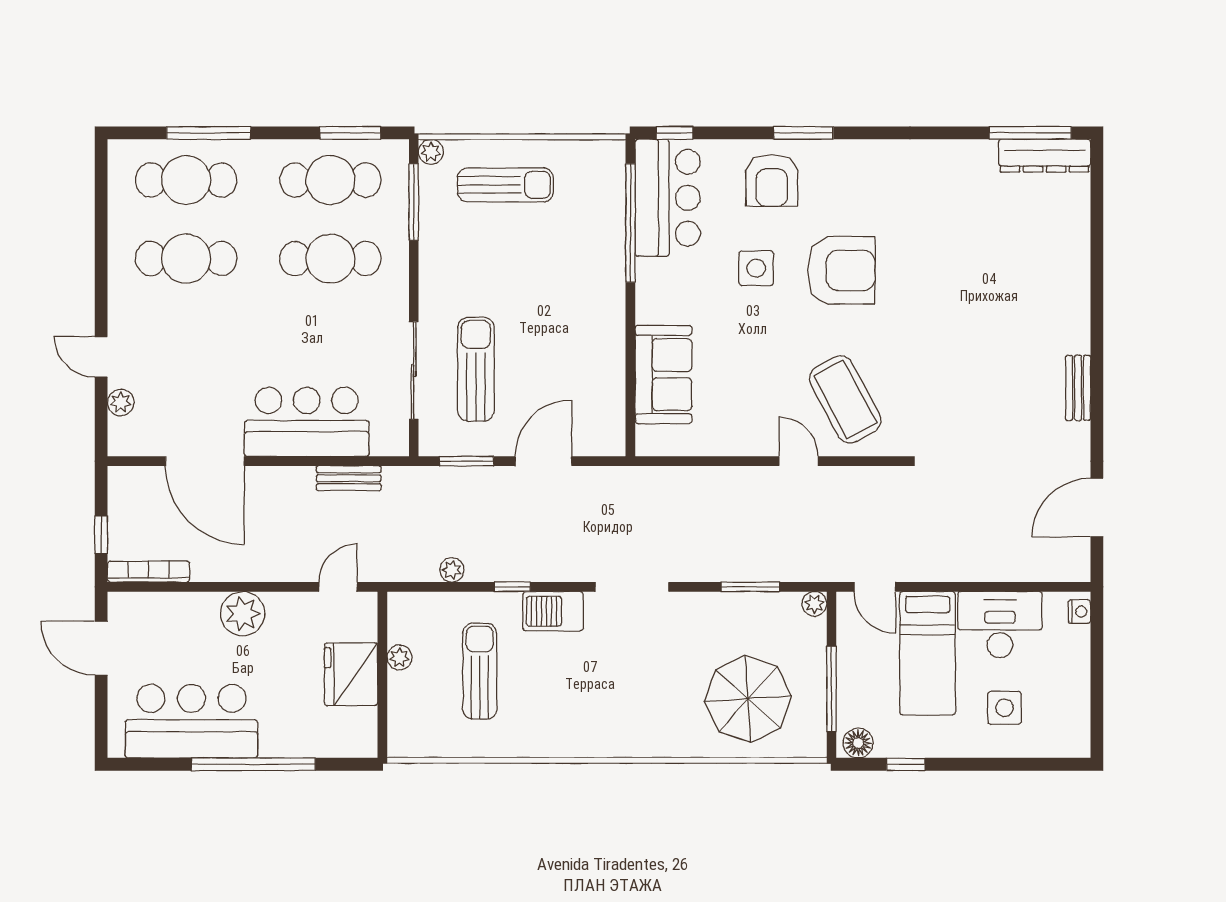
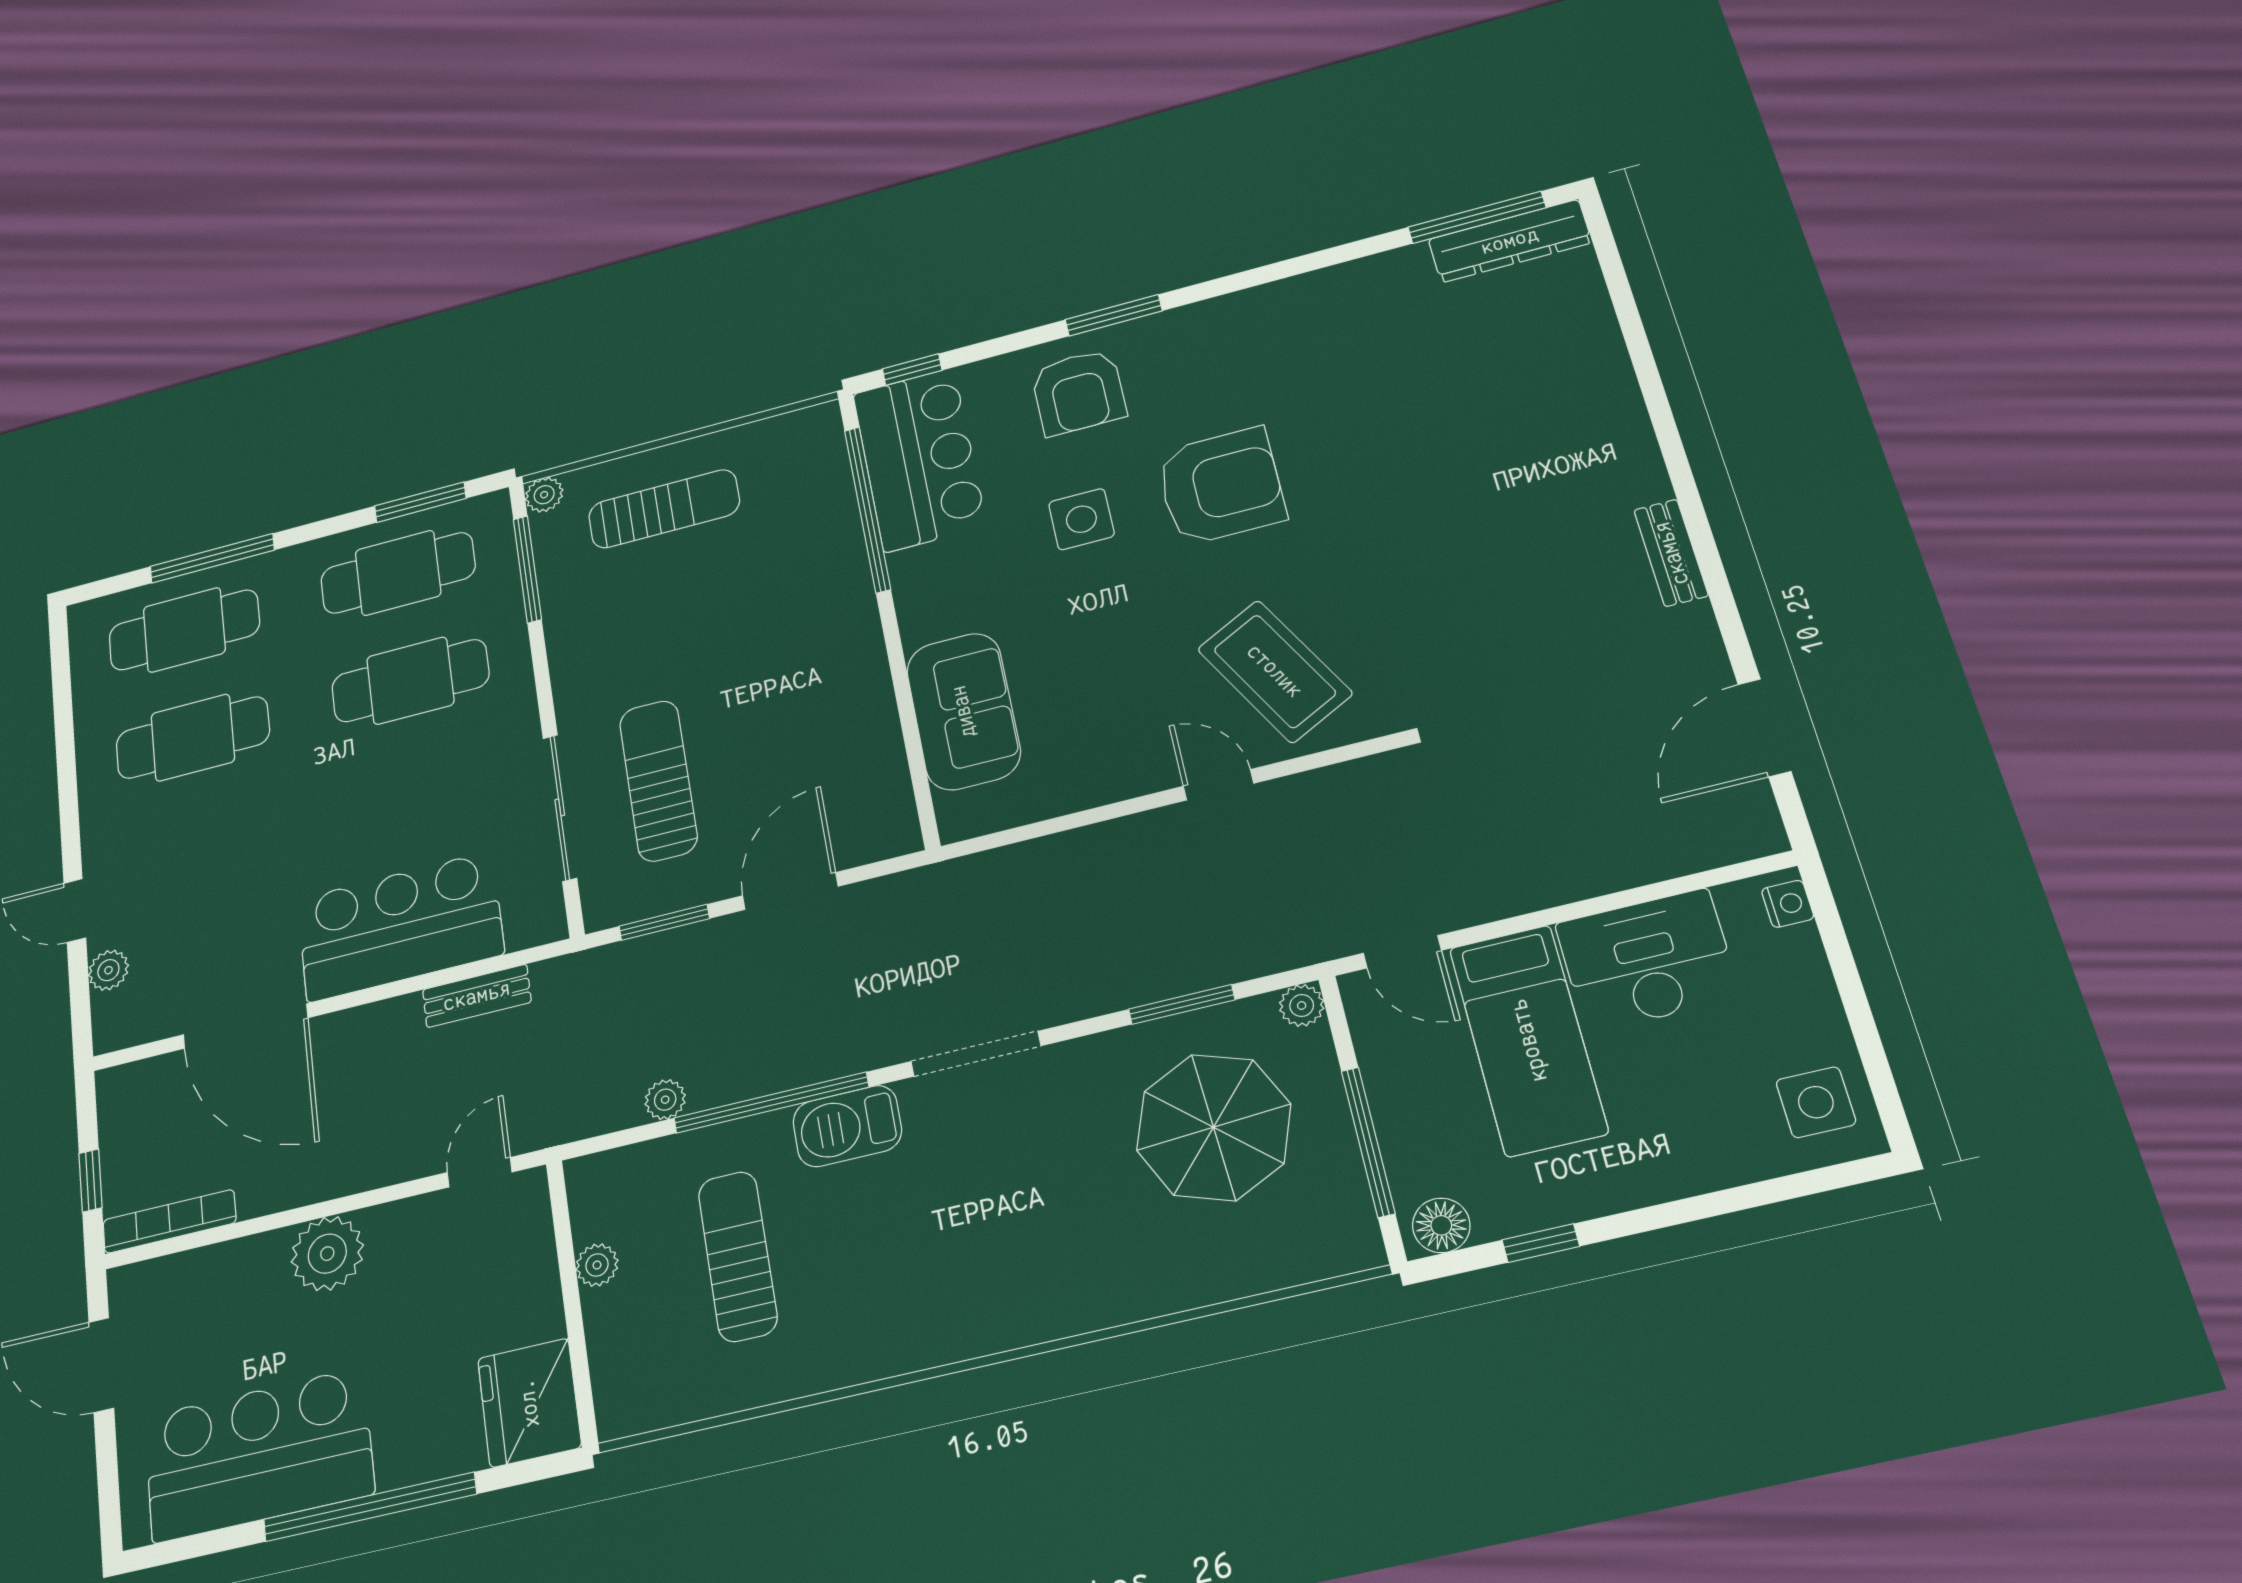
window: (512, 587) -> (771, 1103), width x3.17
fridge: (351, 674) -> (529, 1403), moved
parasol: (748, 699) -> (1214, 1127), moved
side table: (1005, 708) -> (1816, 1102), moved

